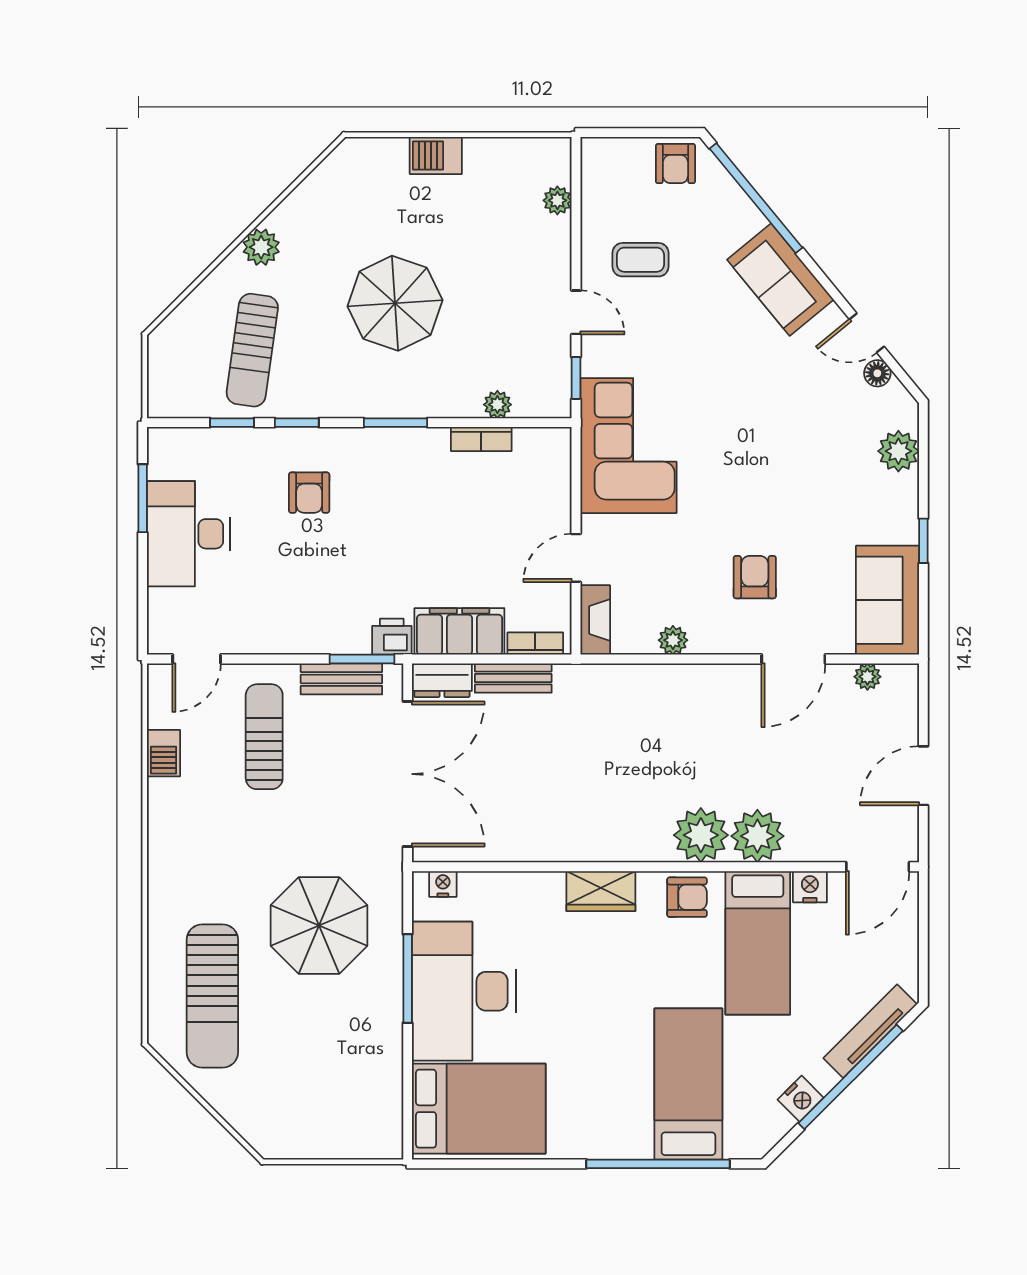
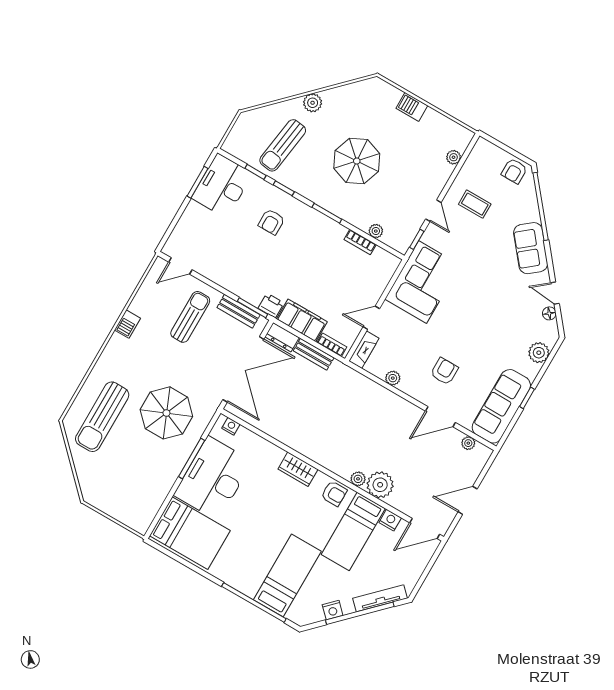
desk: (188, 534) -> (222, 186), moved
sofa: (887, 600) -> (501, 406), width x1.36
barbecue: (164, 753) -> (127, 324), moved
plant: (701, 835) -> (358, 479), width x0.53, depth x0.53

